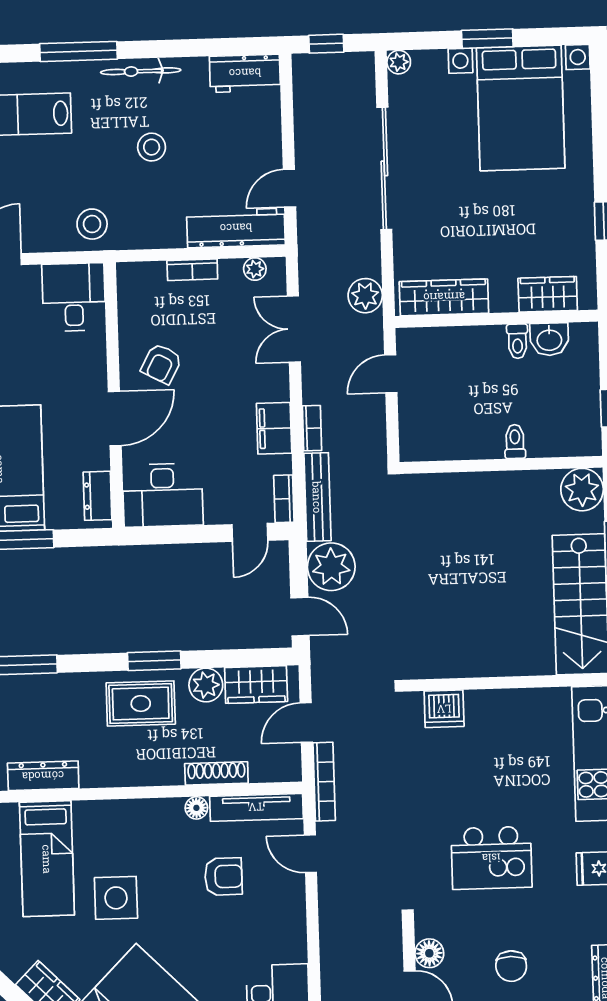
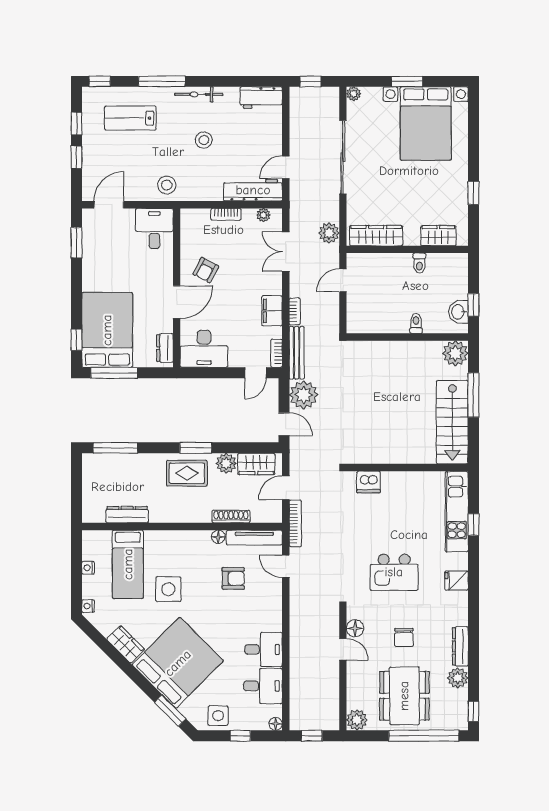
washbasin: (549, 339) -> (458, 312), moved, turned 90

